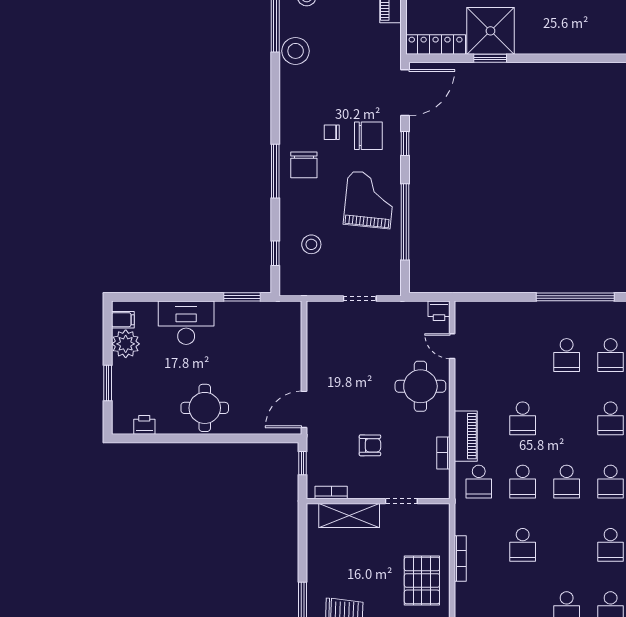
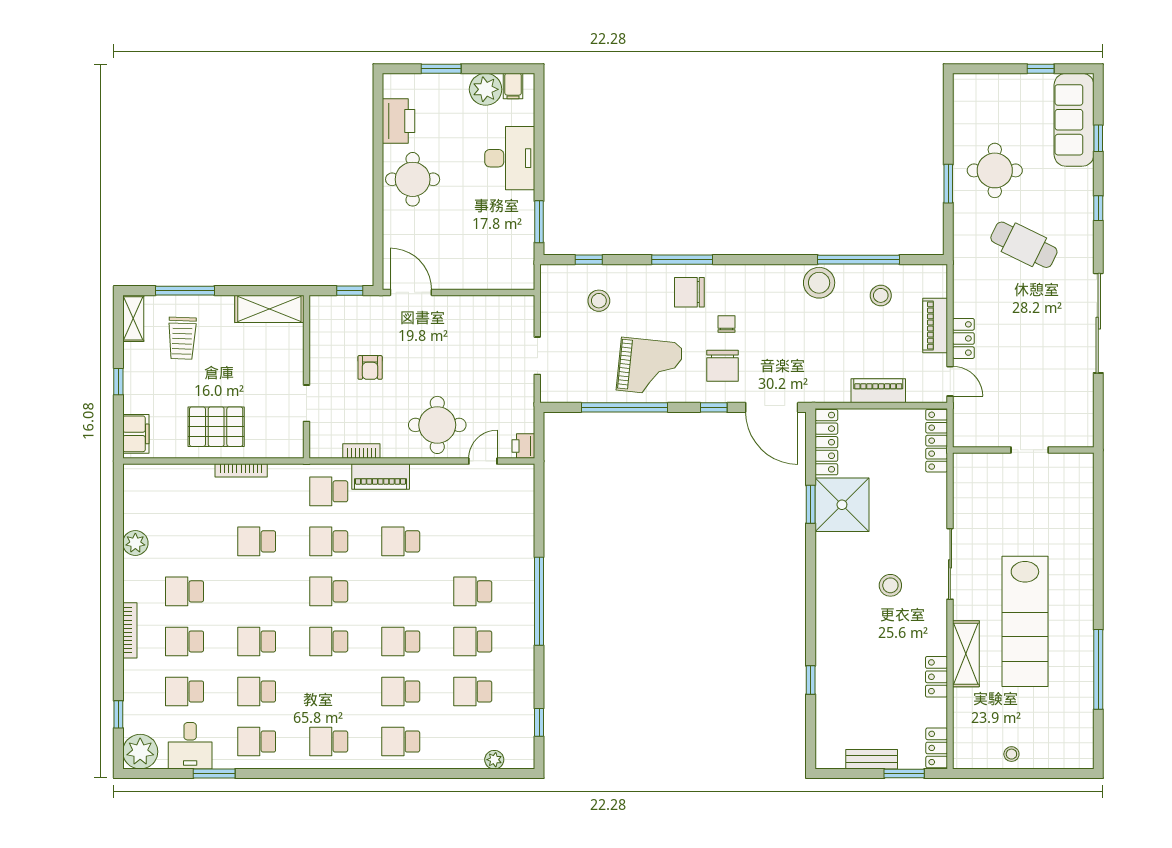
printer: (144, 425) -> (398, 121), width x1.87, depth x1.48
bookcase: (331, 492) -> (316, 323), removed
shelving: (349, 516) -> (269, 309), moved, turned 90

